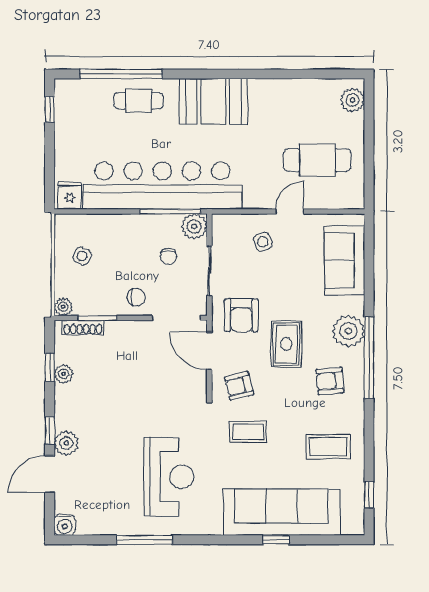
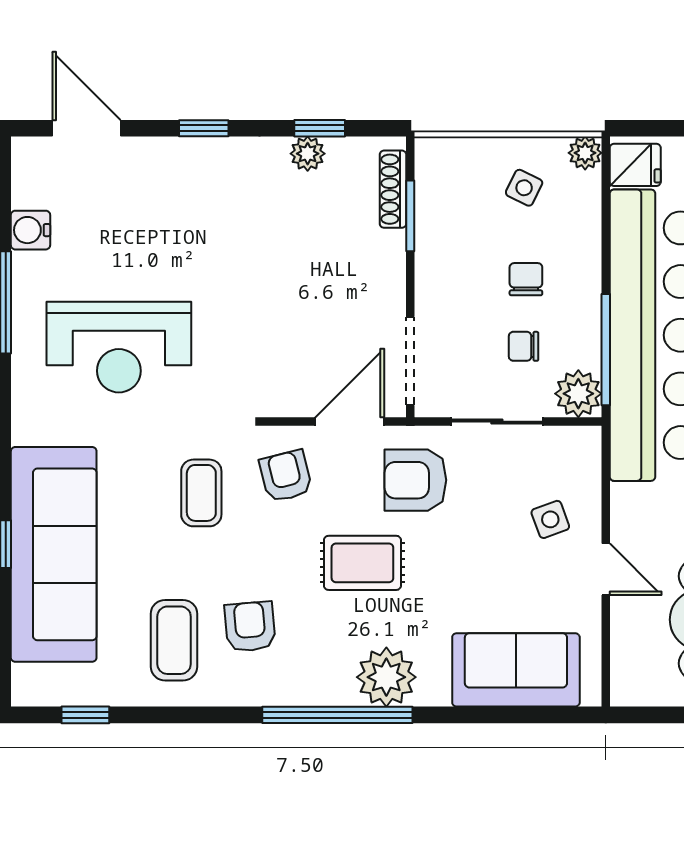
chair: (136, 297) -> (526, 279), moved, turned 180
plant: (63, 307) -> (585, 153), moved
armchair: (330, 381) -> (250, 627), moved
plant: (66, 443) -> (180, 159), removed
door: (50, 474) -> (86, 128), moved
water cooler: (65, 525) -> (31, 230), moved

